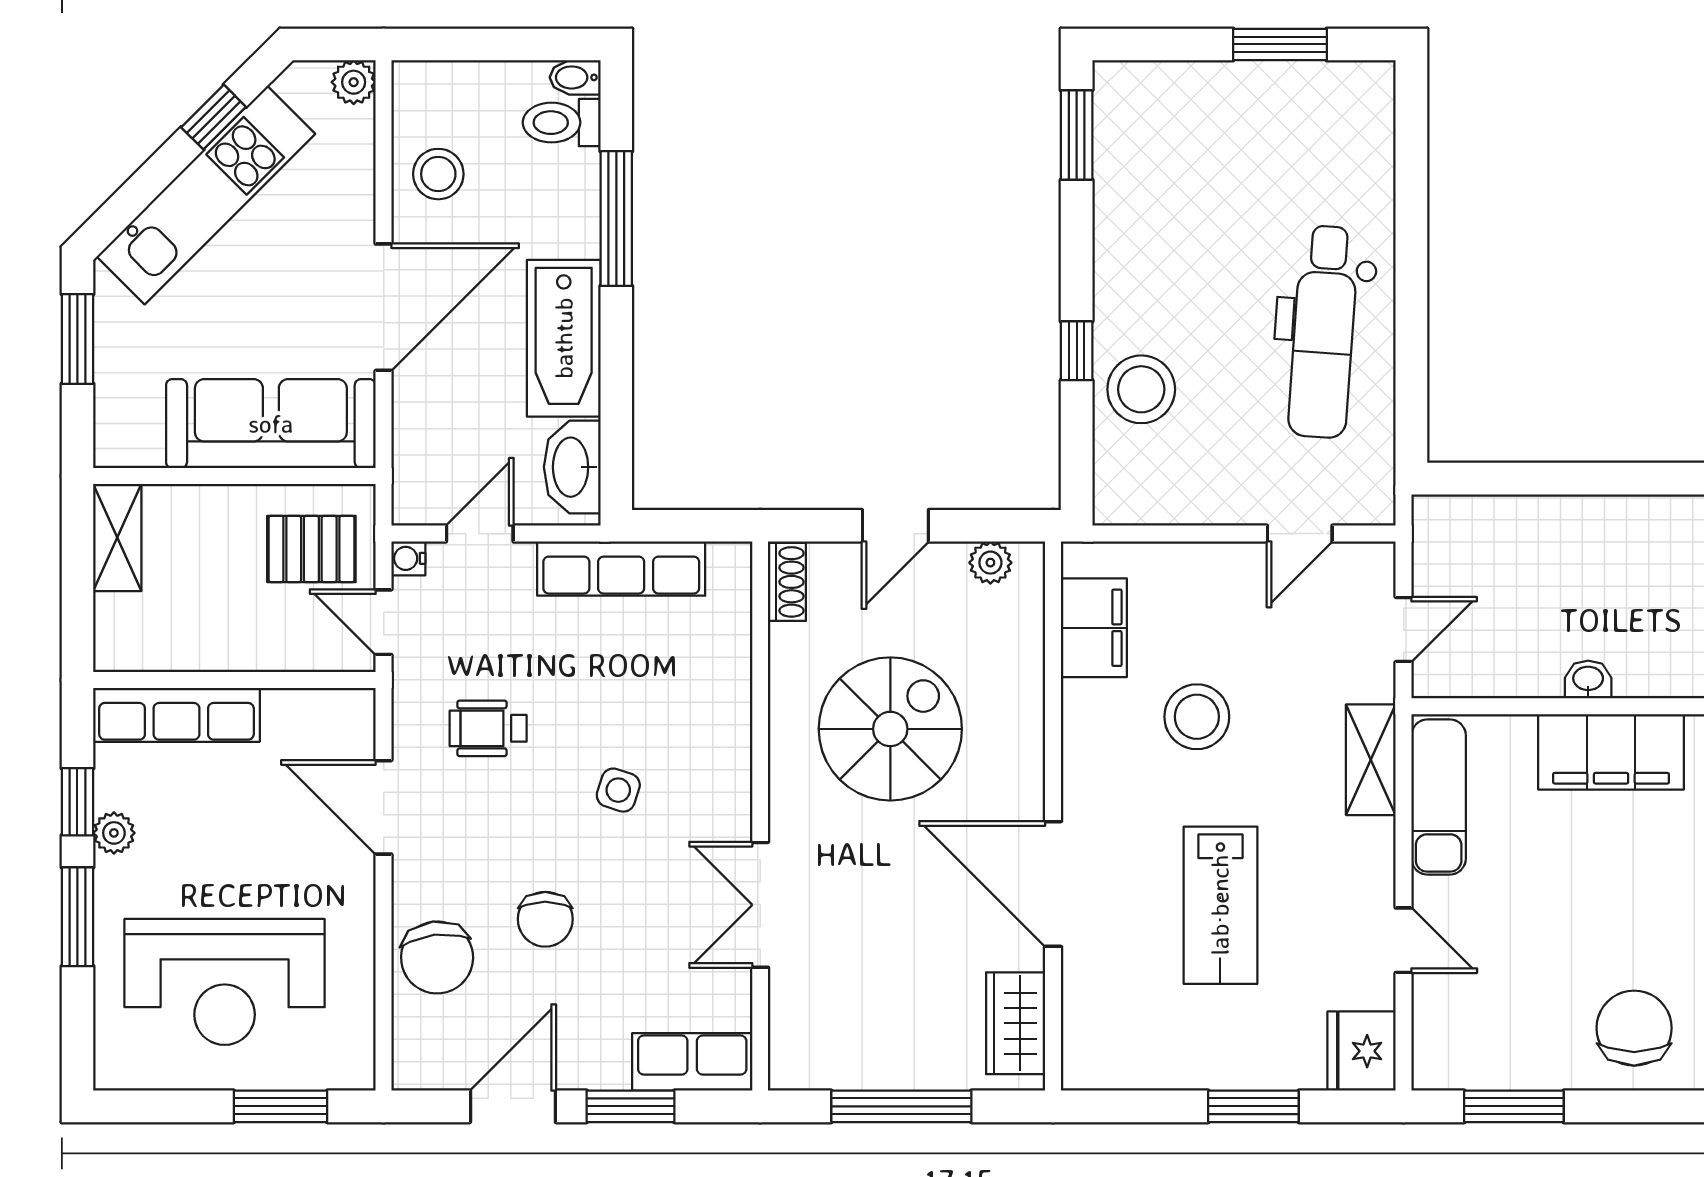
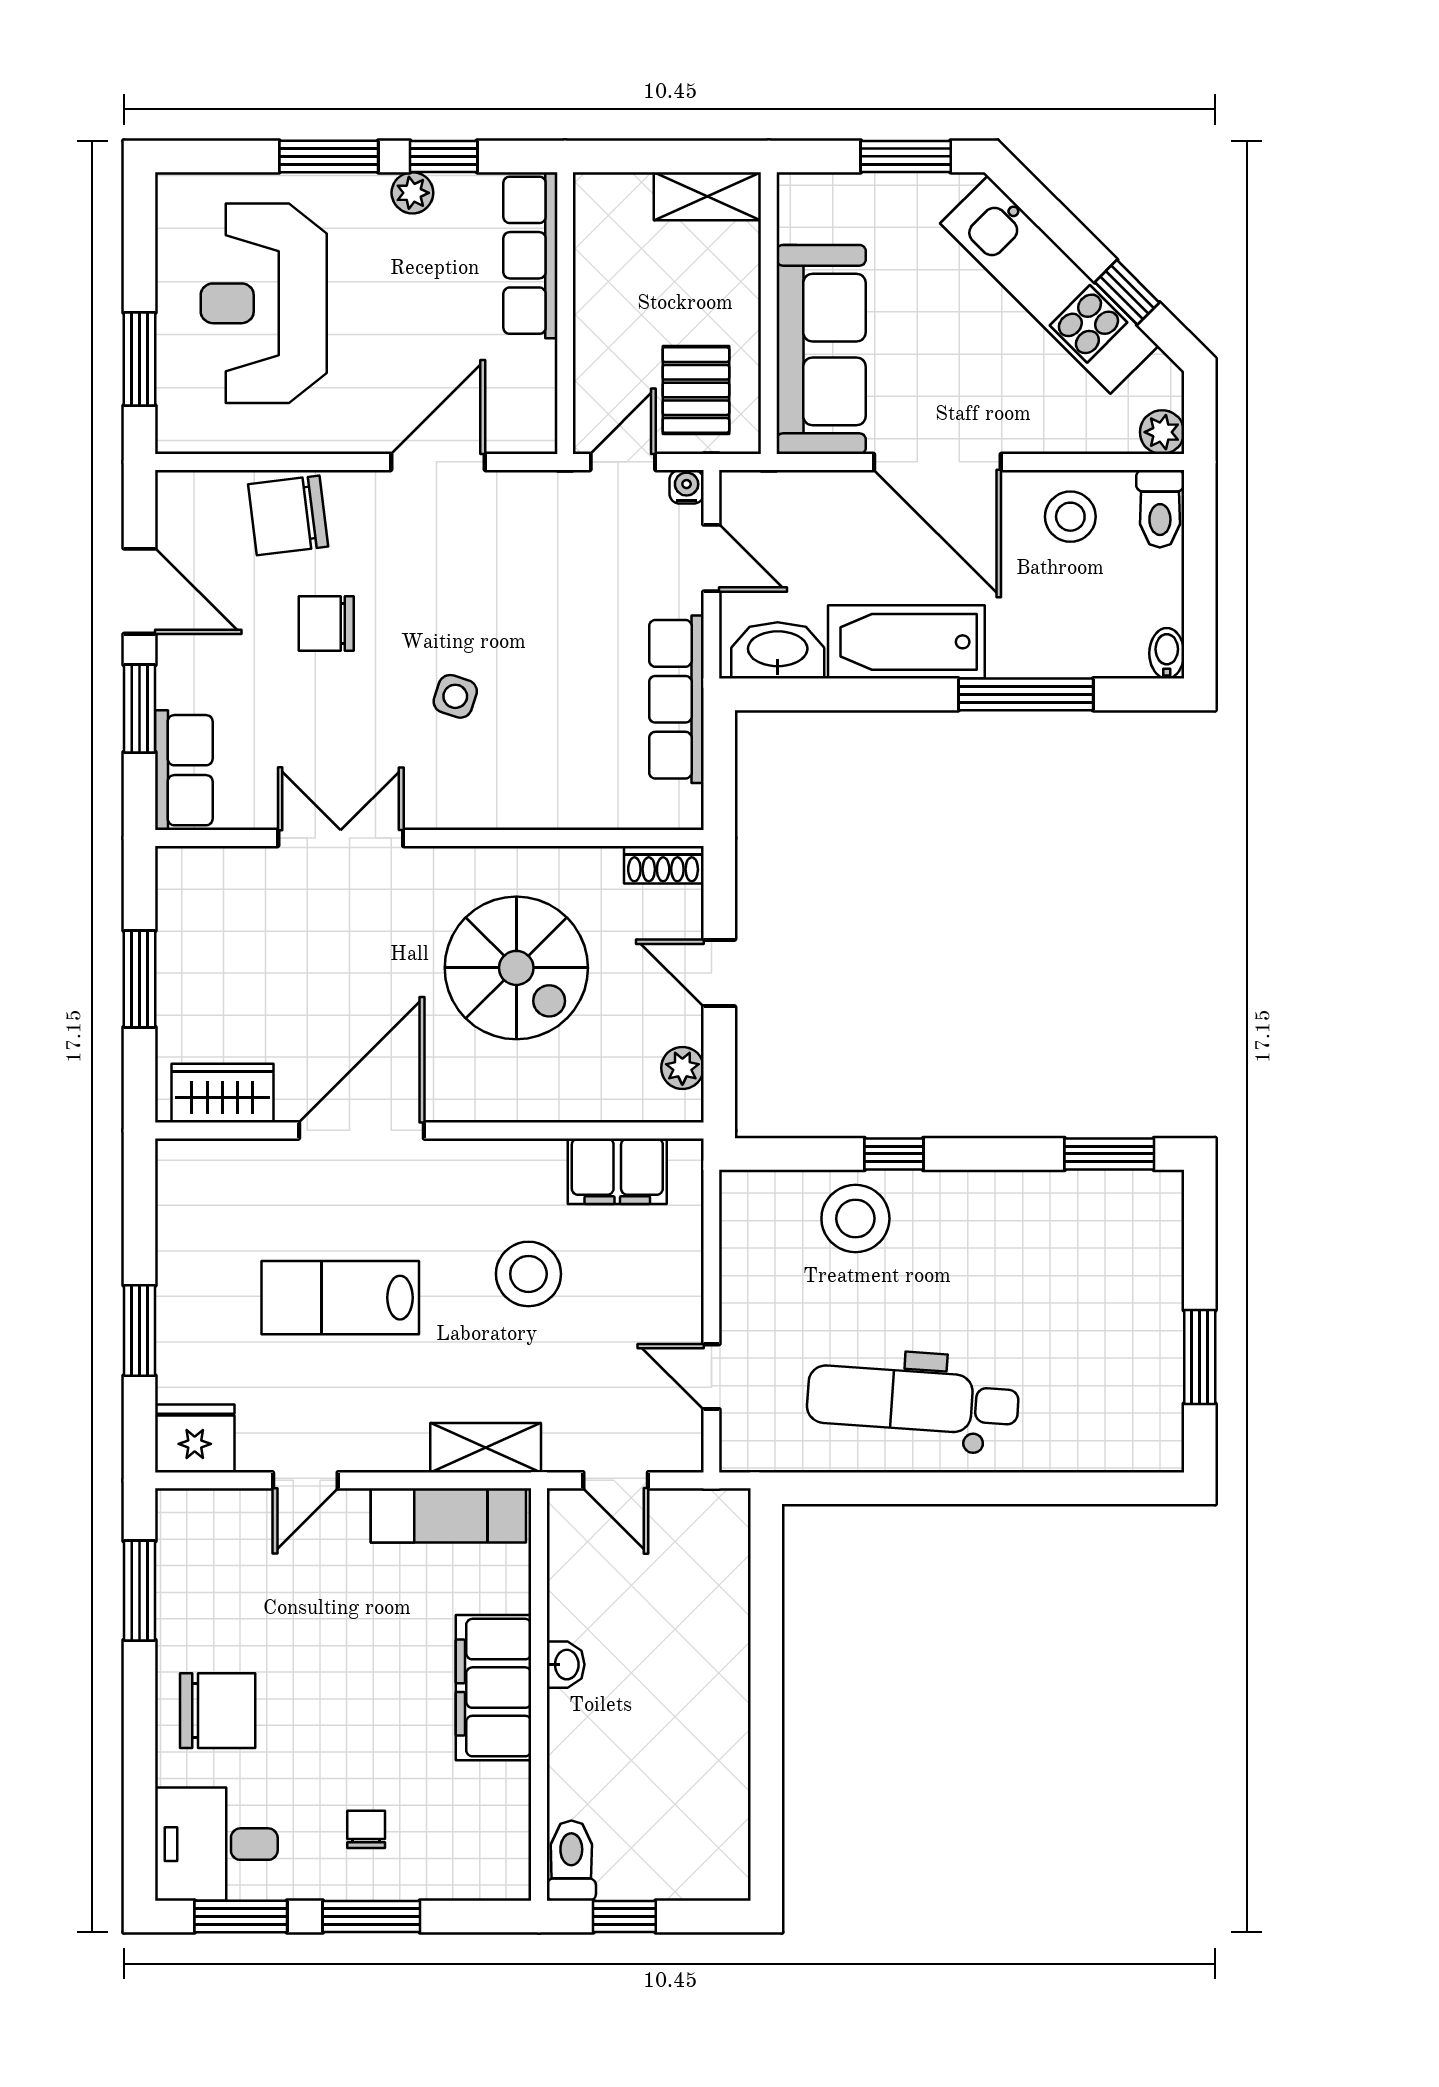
toilet: (562, 123) -> (1160, 509), moved, turned 180
wheelchair: (488, 728) -> (517, 566), removed
window: (901, 1106) -> (139, 979), width x0.69

